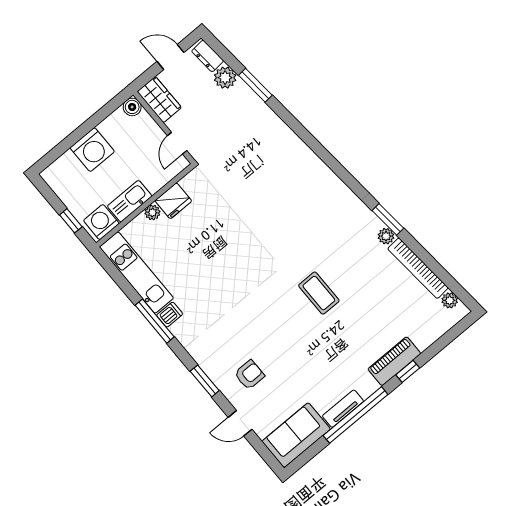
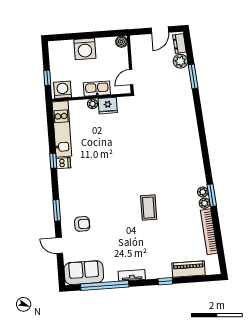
door: (170, 57) -> (160, 30), swing flipped
wardrobe: (159, 100) -> (138, 48), removed
kitchen sink: (130, 201) -> (97, 89), moved
plant: (450, 300) -> (203, 192), moved
window: (155, 321) -> (53, 161), width x0.46
piano: (394, 361) -> (188, 269), moved
tv unit: (343, 409) -> (132, 275), moved
window: (356, 415) -> (105, 286), moved

